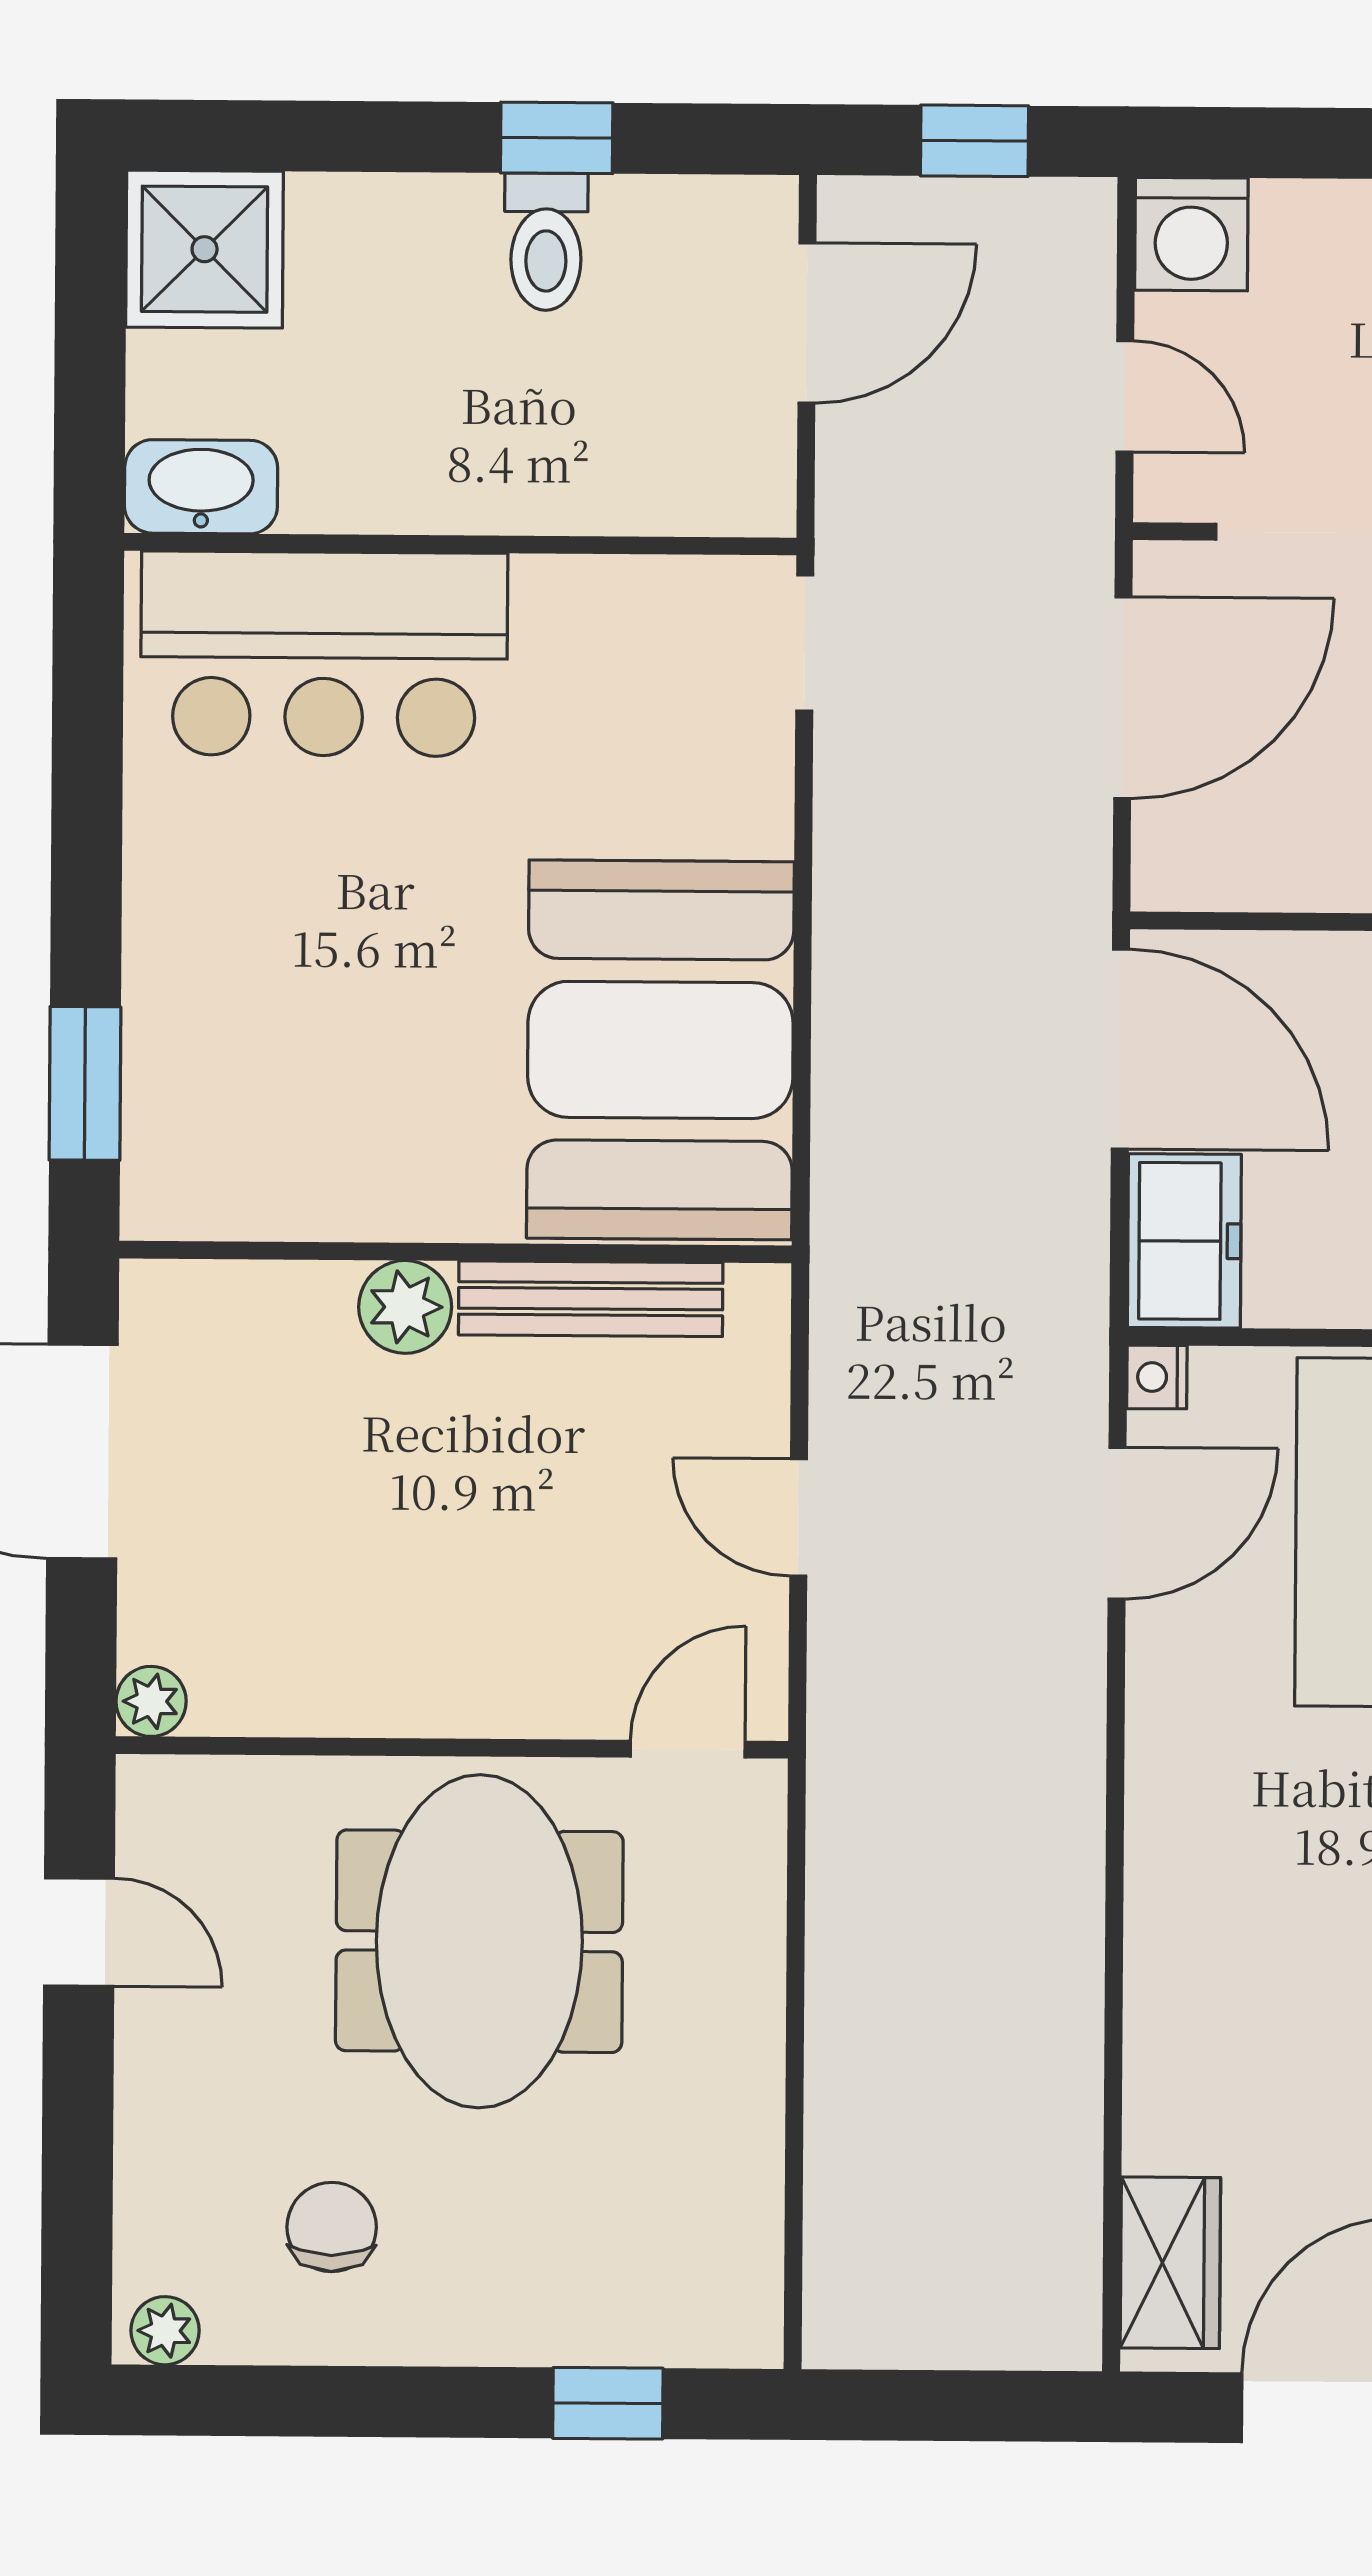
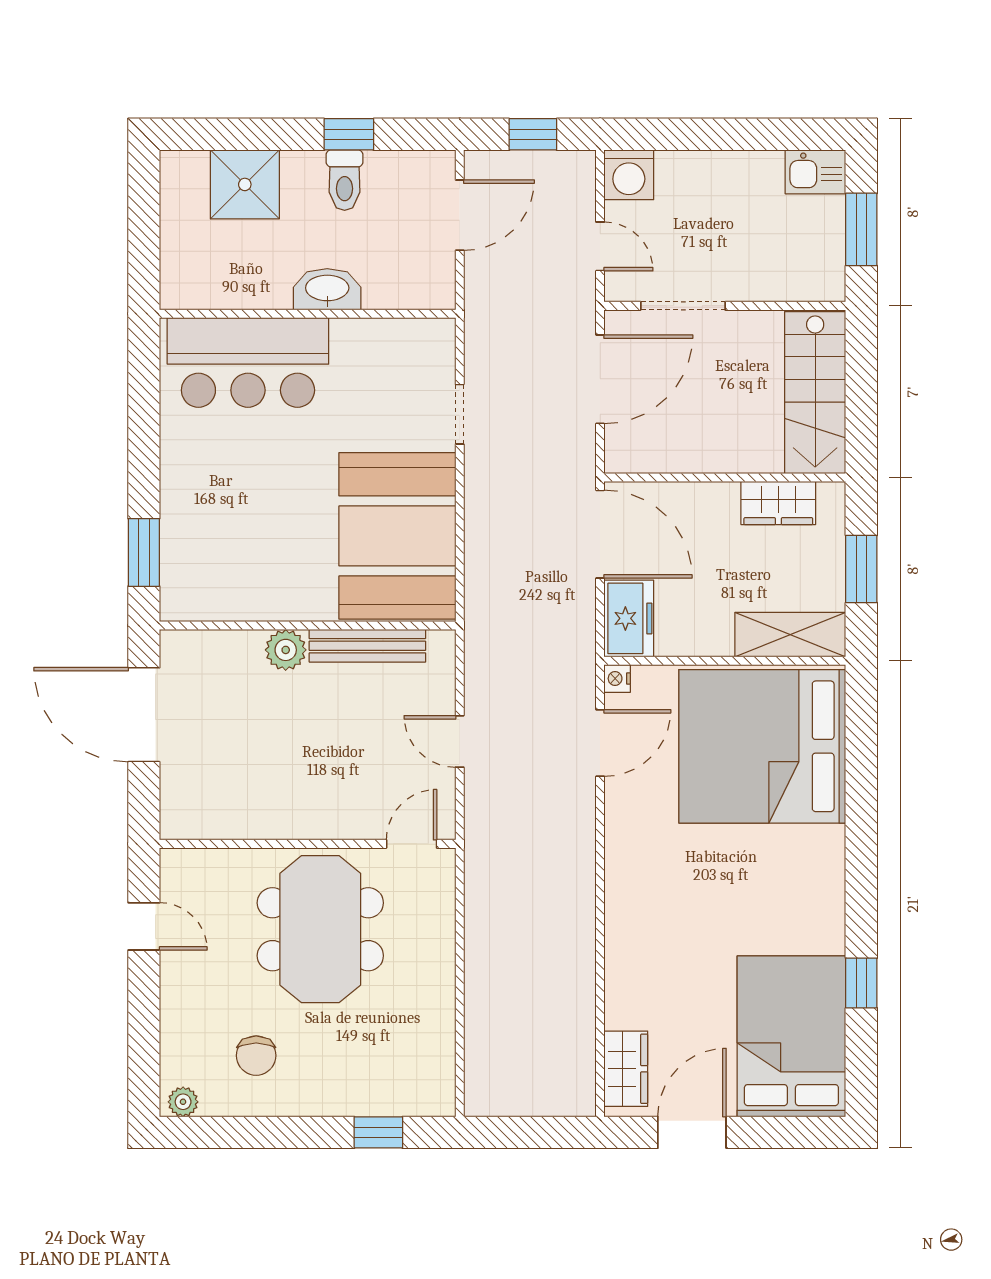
shower: (205, 249) -> (245, 184), moved
washbasin: (201, 487) -> (327, 289), moved
doorway: (805, 643) -> (460, 414), moved
plant: (151, 1701) -> (175, 825), removed
chair: (332, 2227) -> (256, 1056), turned 180

